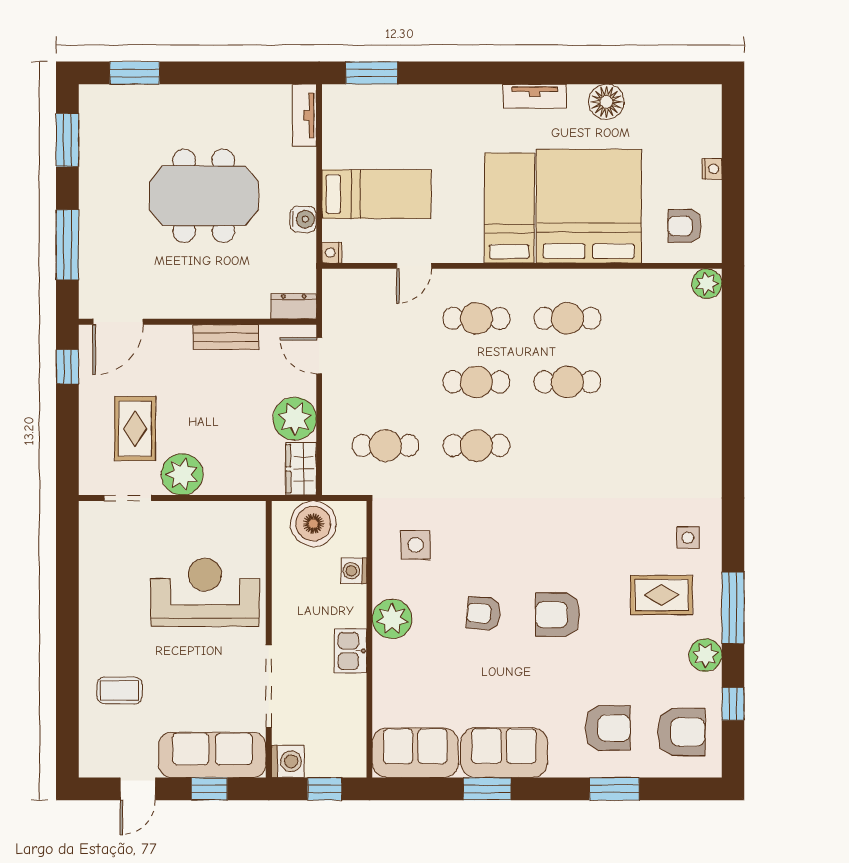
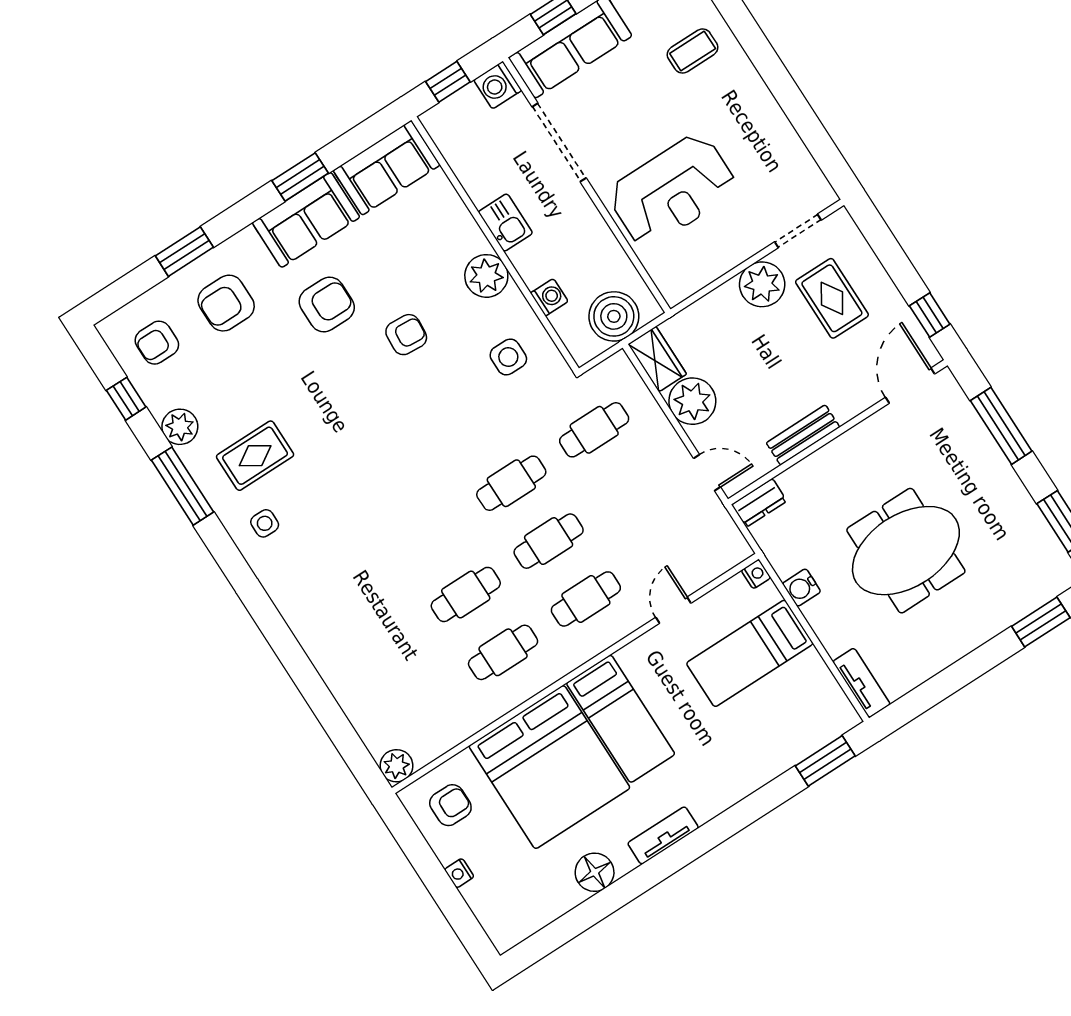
armchair: (558, 615) -> (327, 304), moved
armchair: (681, 732) -> (157, 343), width x0.72, depth x0.72

